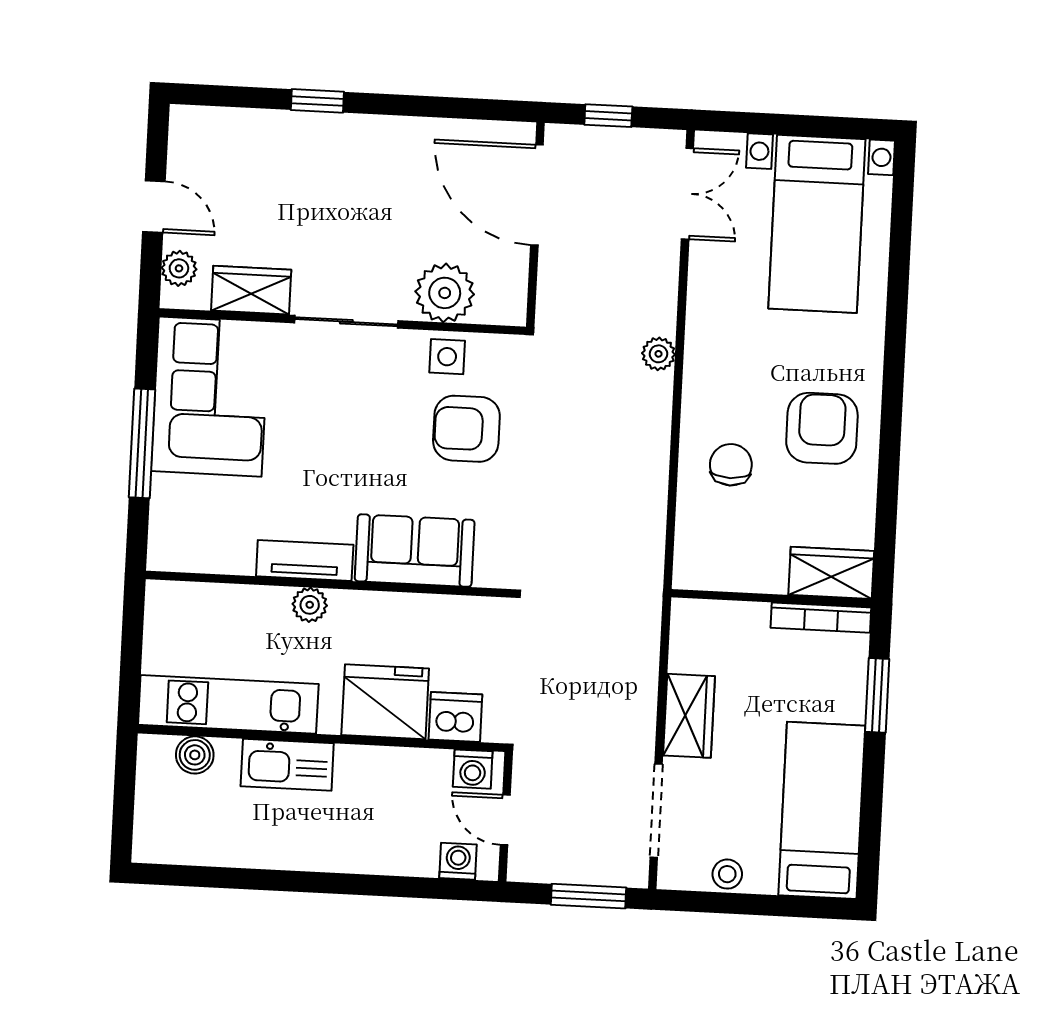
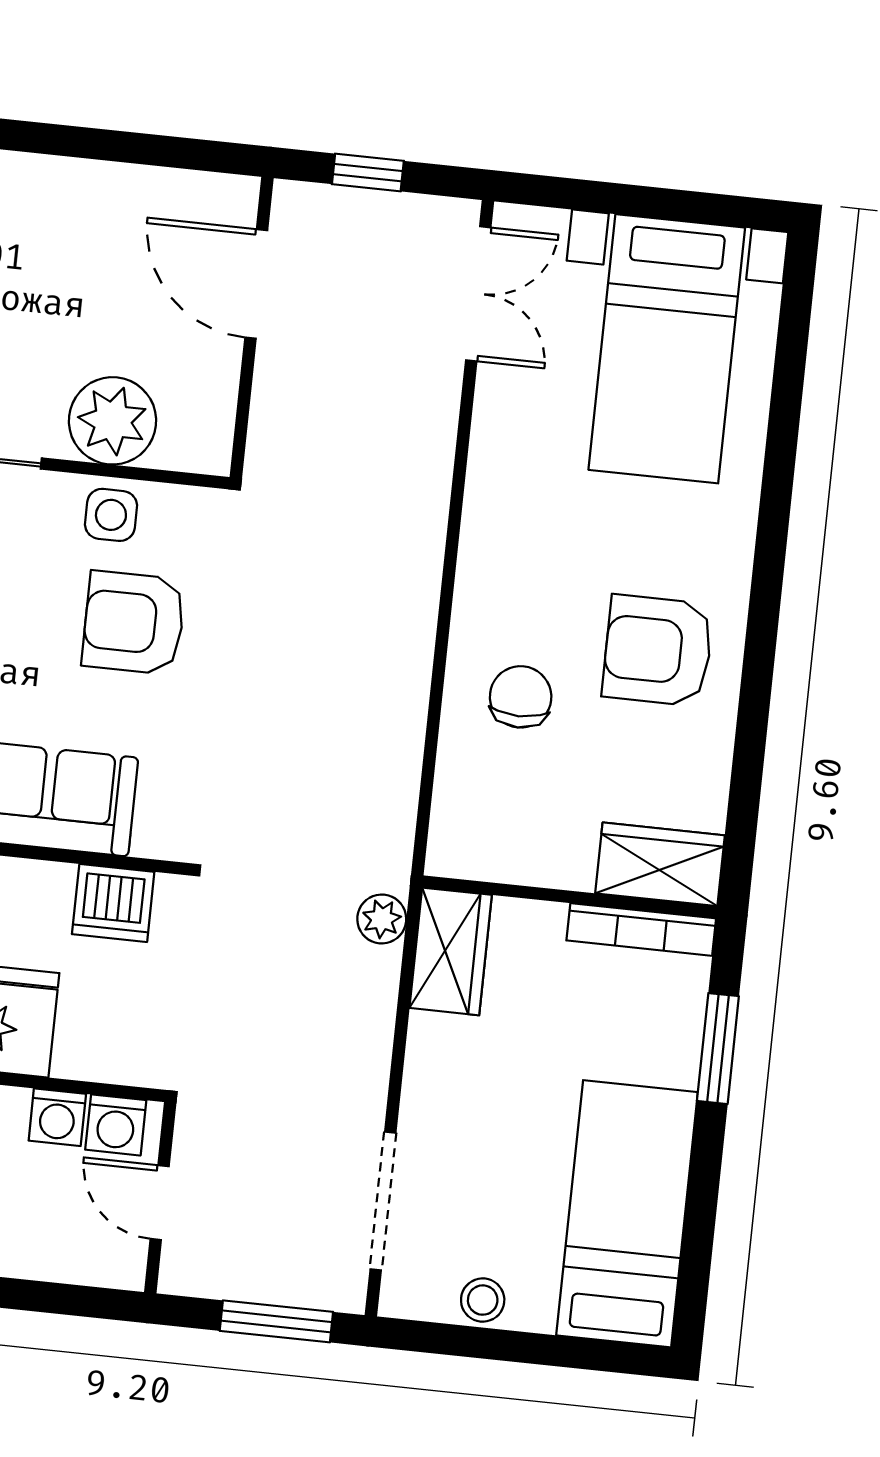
door: (537, 195) -> (256, 284), width x0.73
plant: (659, 354) -> (382, 919), moved
armchair: (822, 428) -> (658, 650), turned -90
wardrobe: (689, 716) -> (451, 951), moved
dishwasher: (455, 717) -> (113, 903), moved, turned 180
washing machine: (458, 861) -> (57, 1117), moved, turned 180

